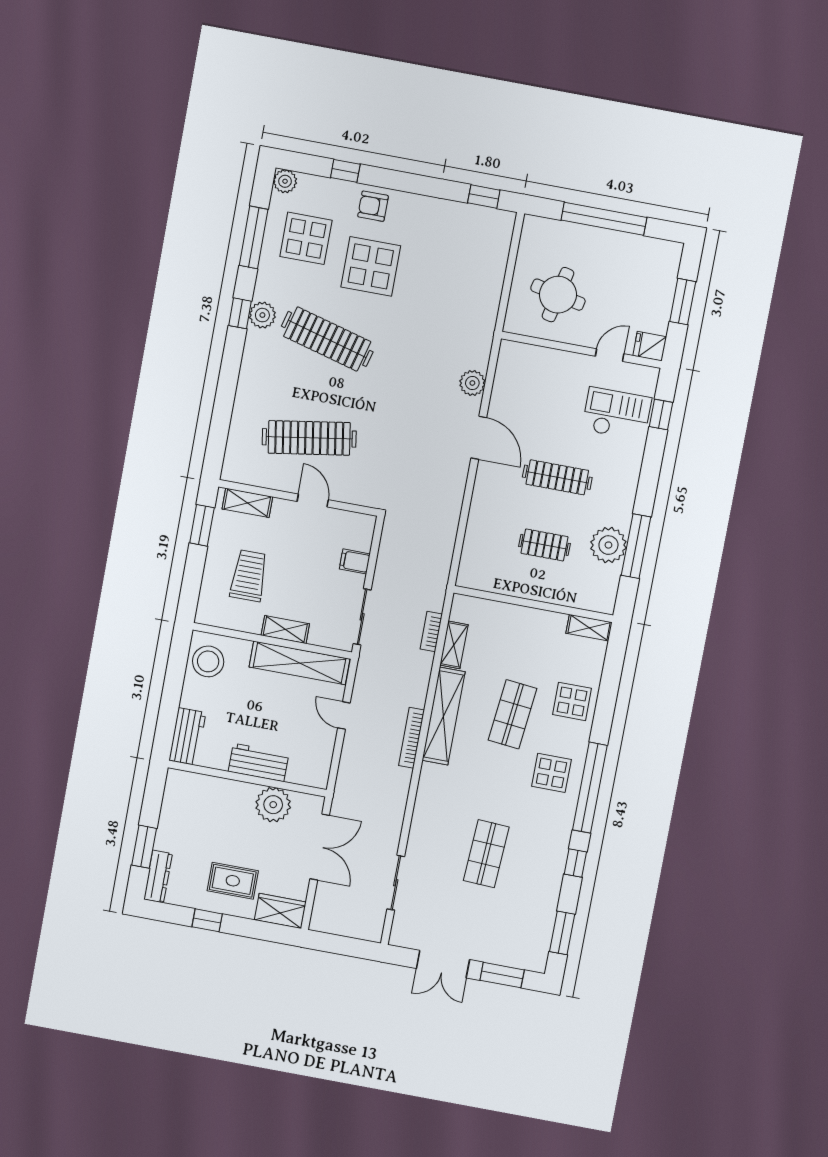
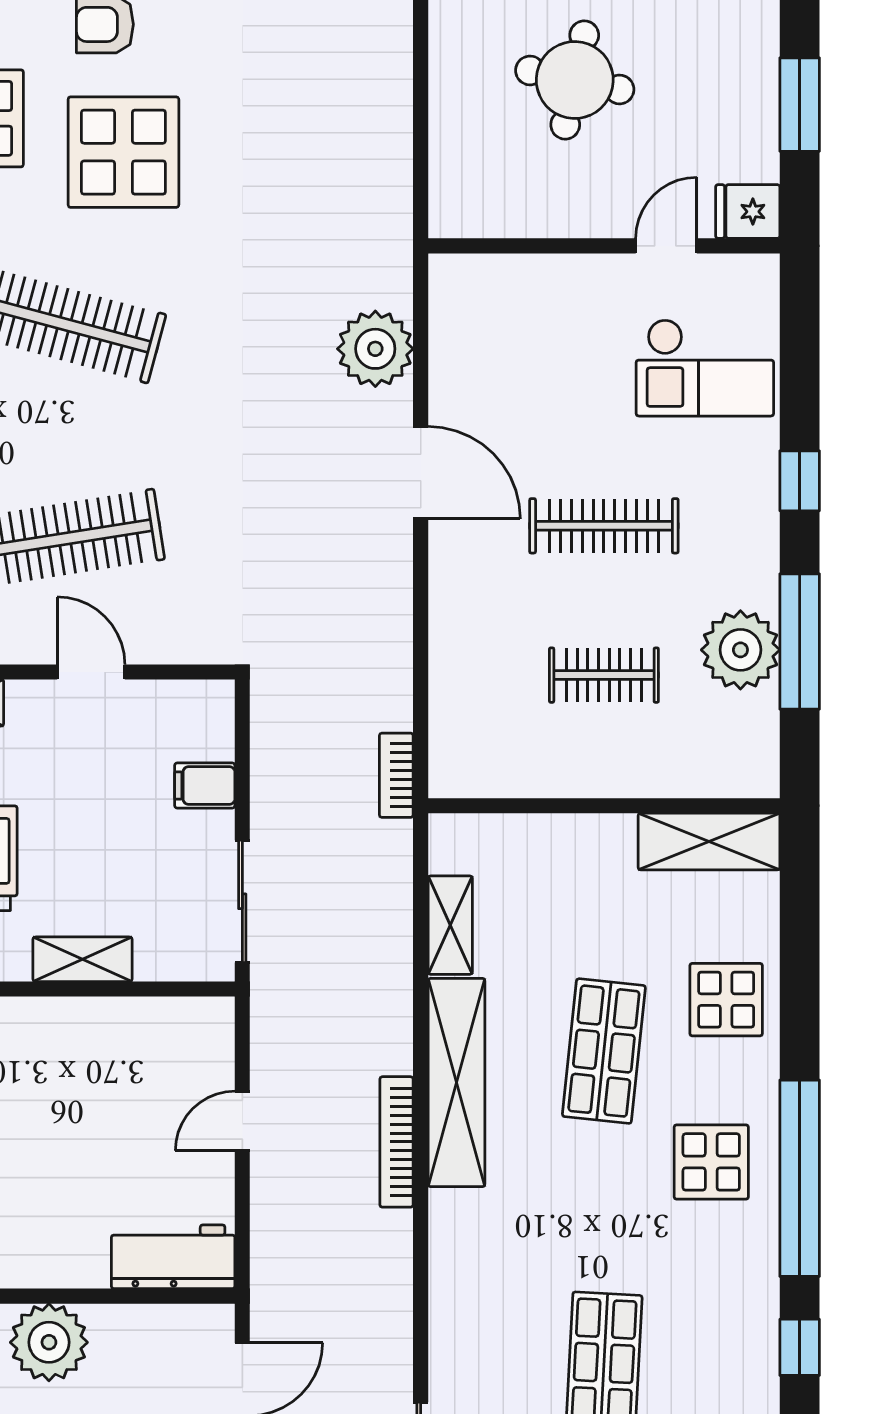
round table: (558, 295) -> (575, 80), moved
plant: (472, 383) -> (375, 349), width x1.36, depth x1.36
checkout: (617, 414) -> (705, 368), turned 180
window: (661, 415) -> (800, 481), moved
shelving: (589, 628) -> (709, 841), width x1.50, depth x1.33
bookcase: (431, 632) -> (396, 775), moved
shelving: (299, 663) -> (126, 1025), removed
door: (344, 715) -> (242, 1121), hinge flipped
workbench: (259, 762) -> (173, 1257), moved
plant: (273, 805) -> (49, 1342), moved

